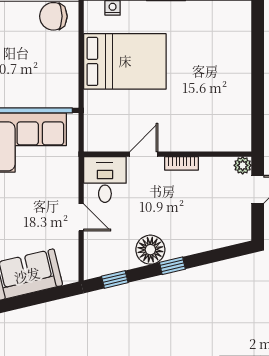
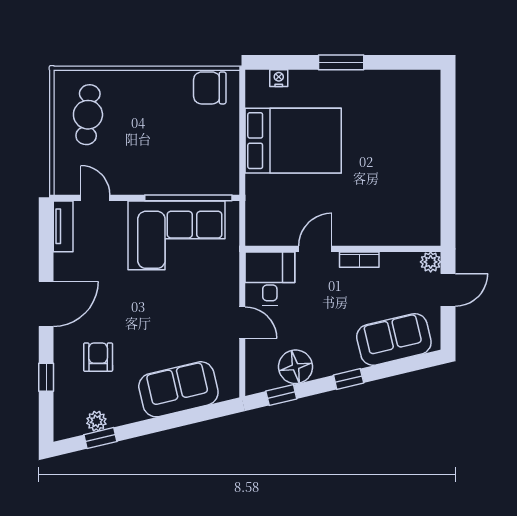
sofa: (211, 232) -> (394, 339), added
floor lamp: (150, 250) -> (295, 367), moved

